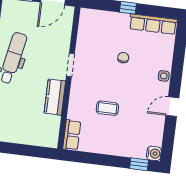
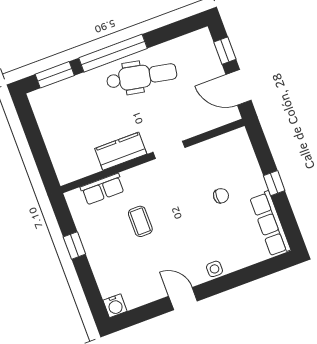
chair: (123, 58) -> (221, 196), moved
row of seats: (72, 135) -> (103, 189), moved
window: (139, 164) -> (74, 245), moved

